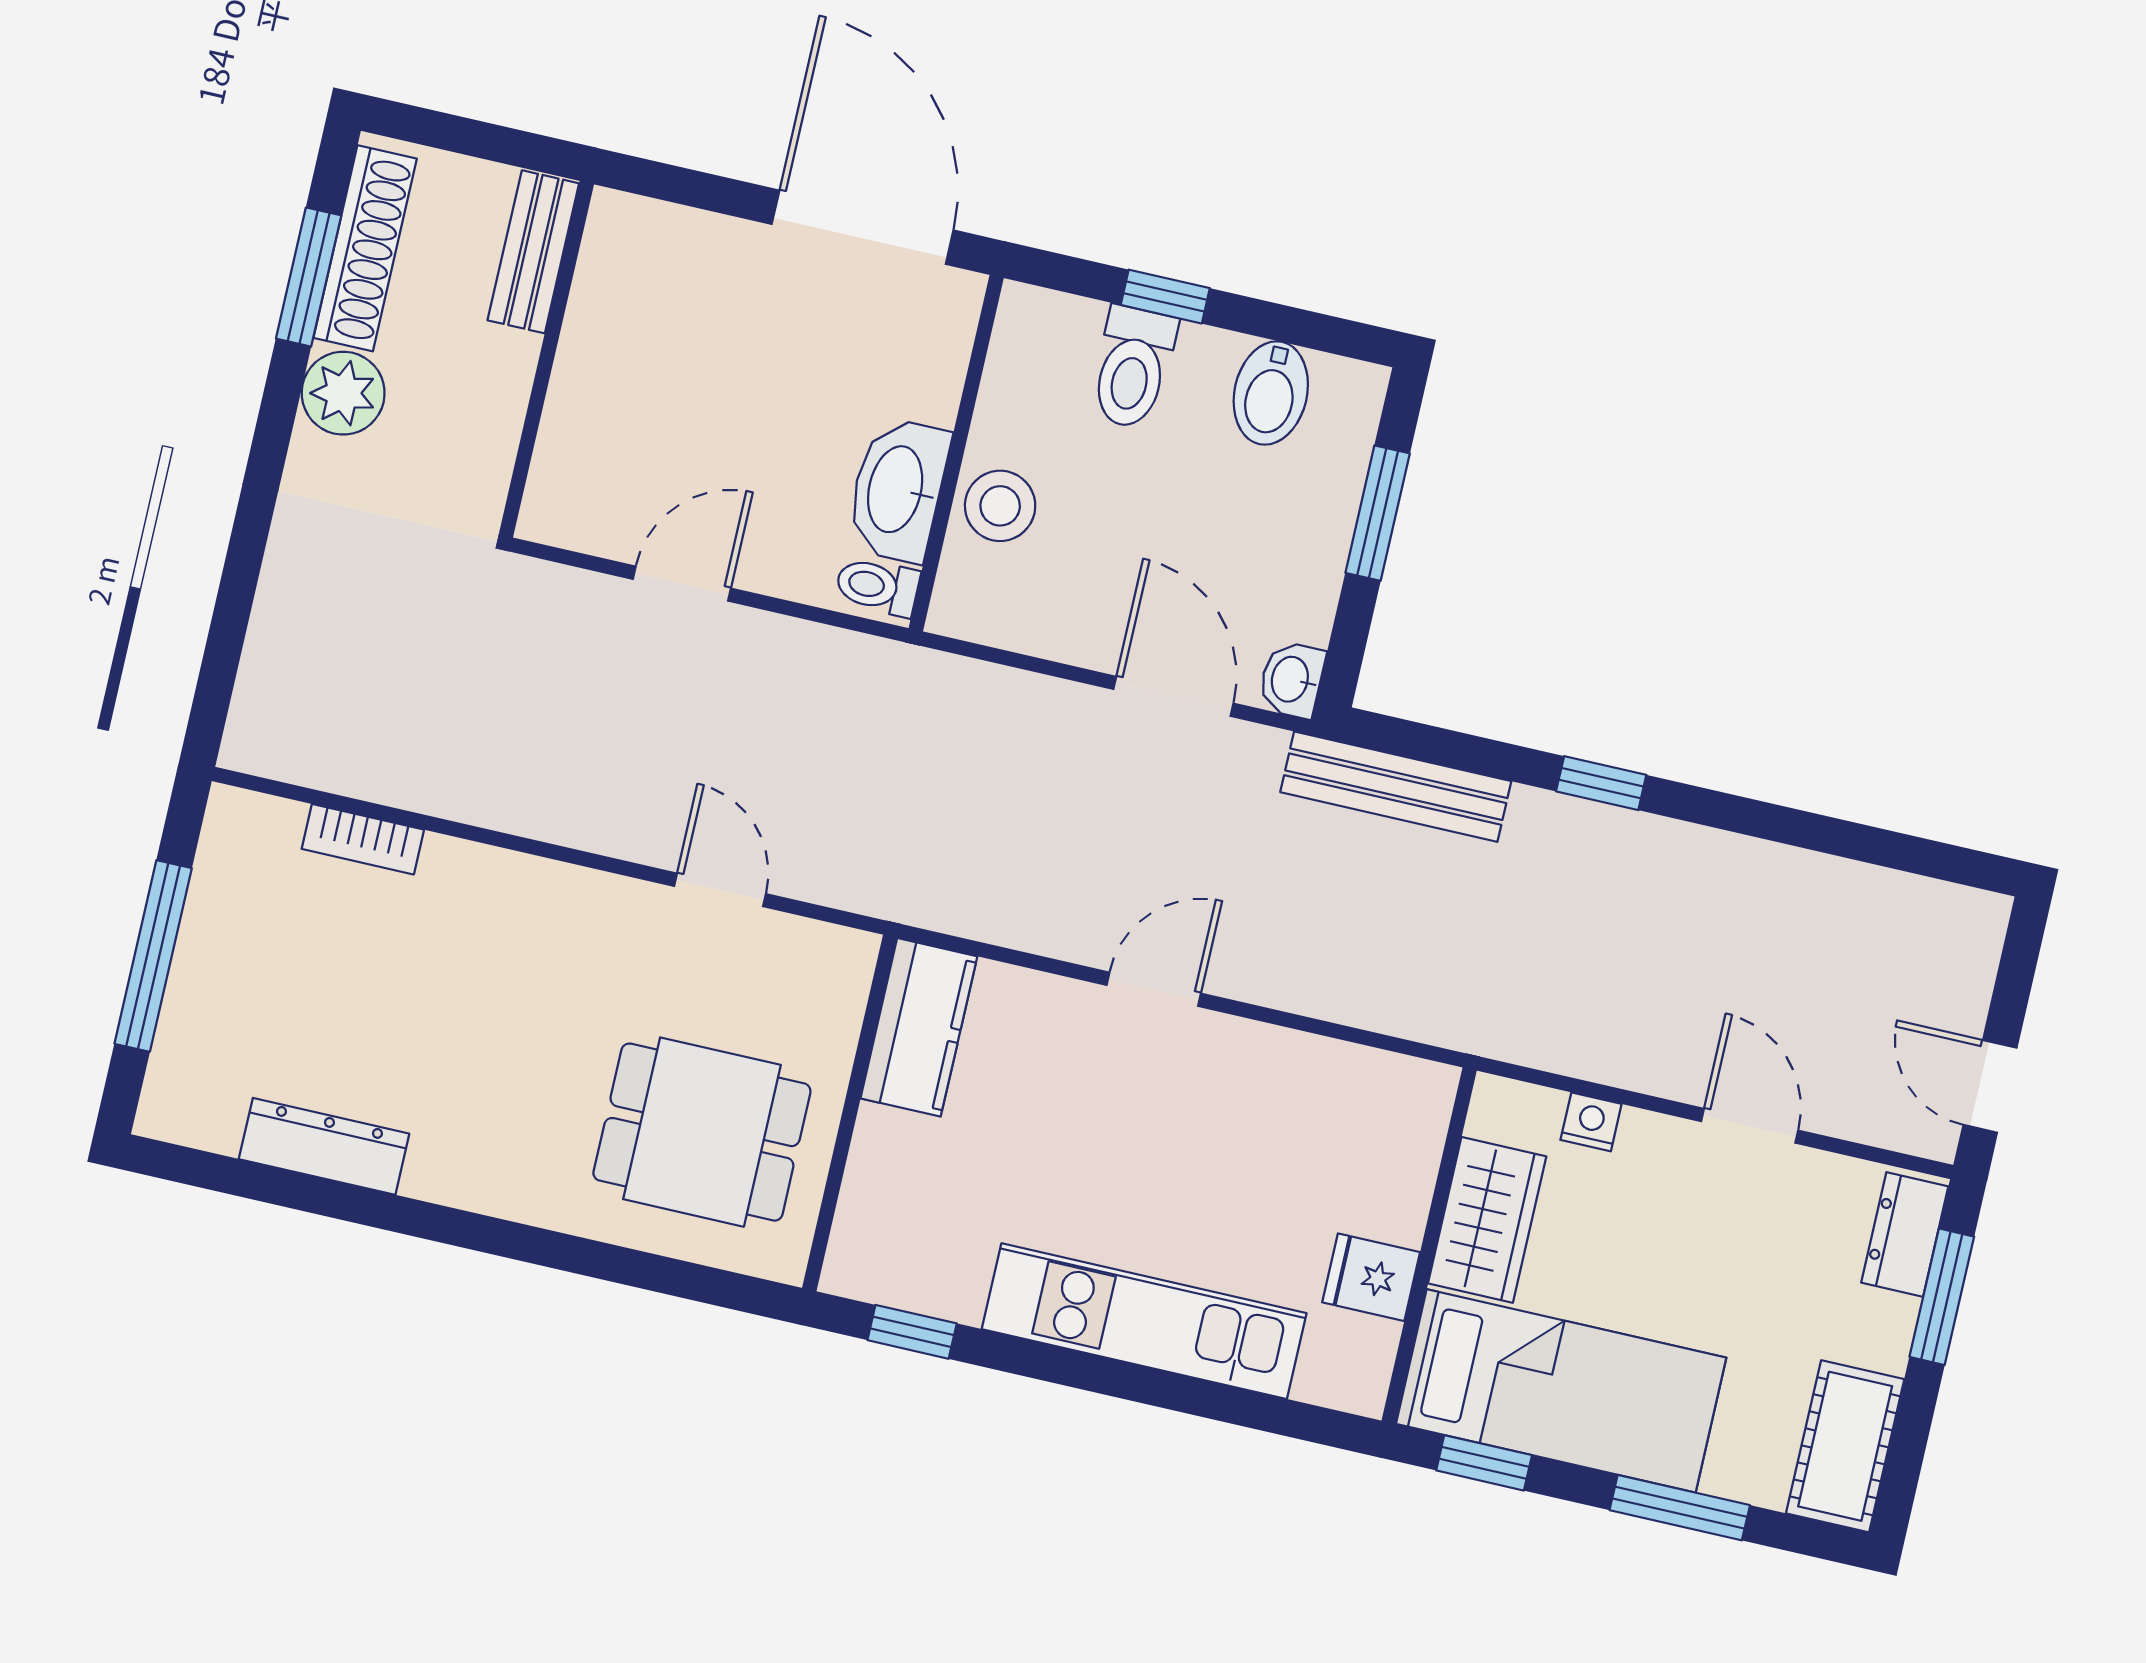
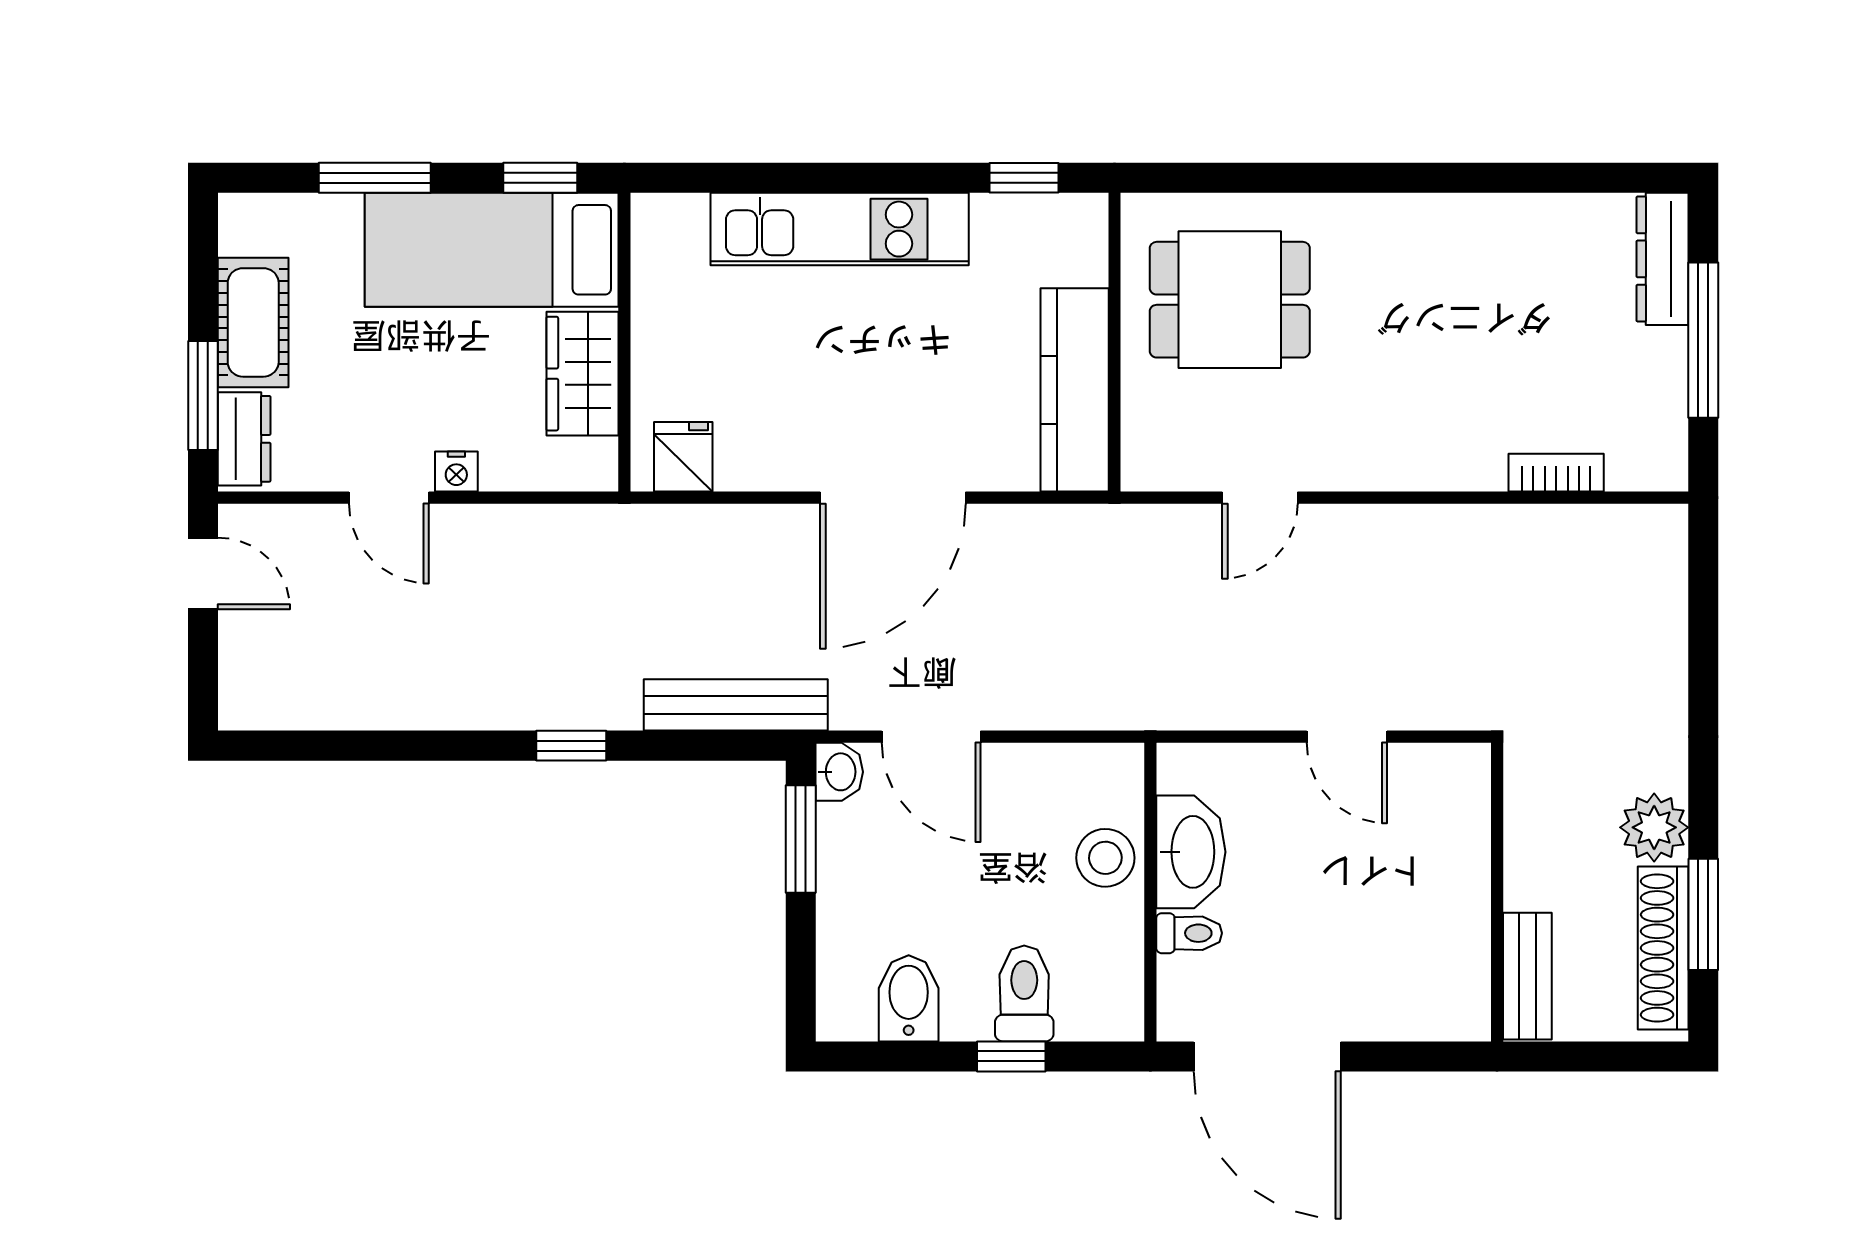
window: (1378, 513) -> (801, 839), moved
door: (682, 584) -> (1347, 737), hinge flipped
toilet: (877, 586) -> (1189, 933), moved
door: (720, 890) -> (1260, 498), hinge flipped
door: (1154, 989) -> (893, 498), width x1.88
kitchen counter: (919, 1027) -> (1075, 390), width x1.50
nightstand: (1591, 1122) -> (456, 471), moved
dresser: (324, 1146) -> (1662, 259), moved, turned 90
fridge: (1371, 1277) -> (683, 457), moved, turned -90
cot: (1845, 1446) -> (253, 322), moved

